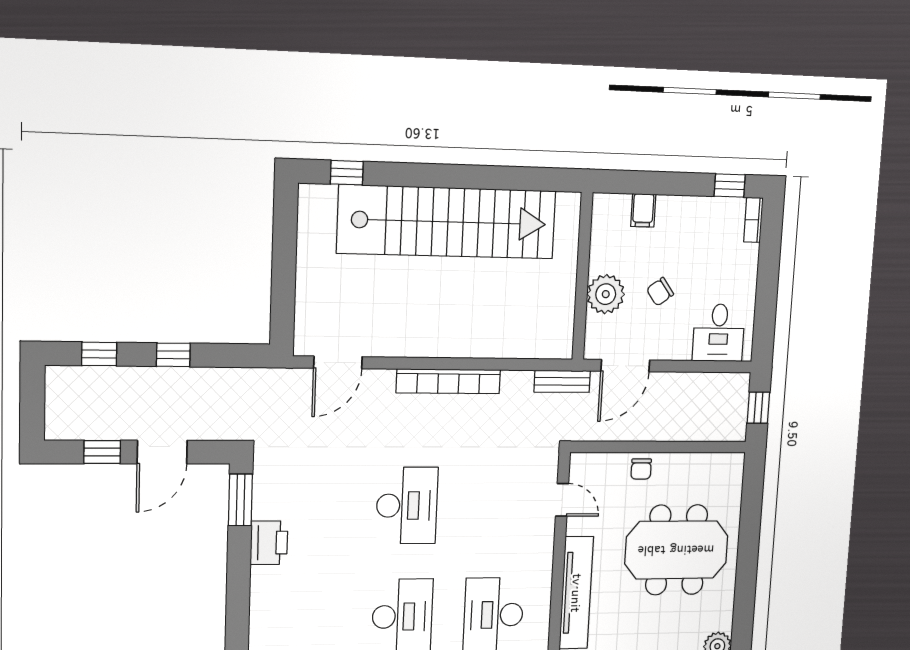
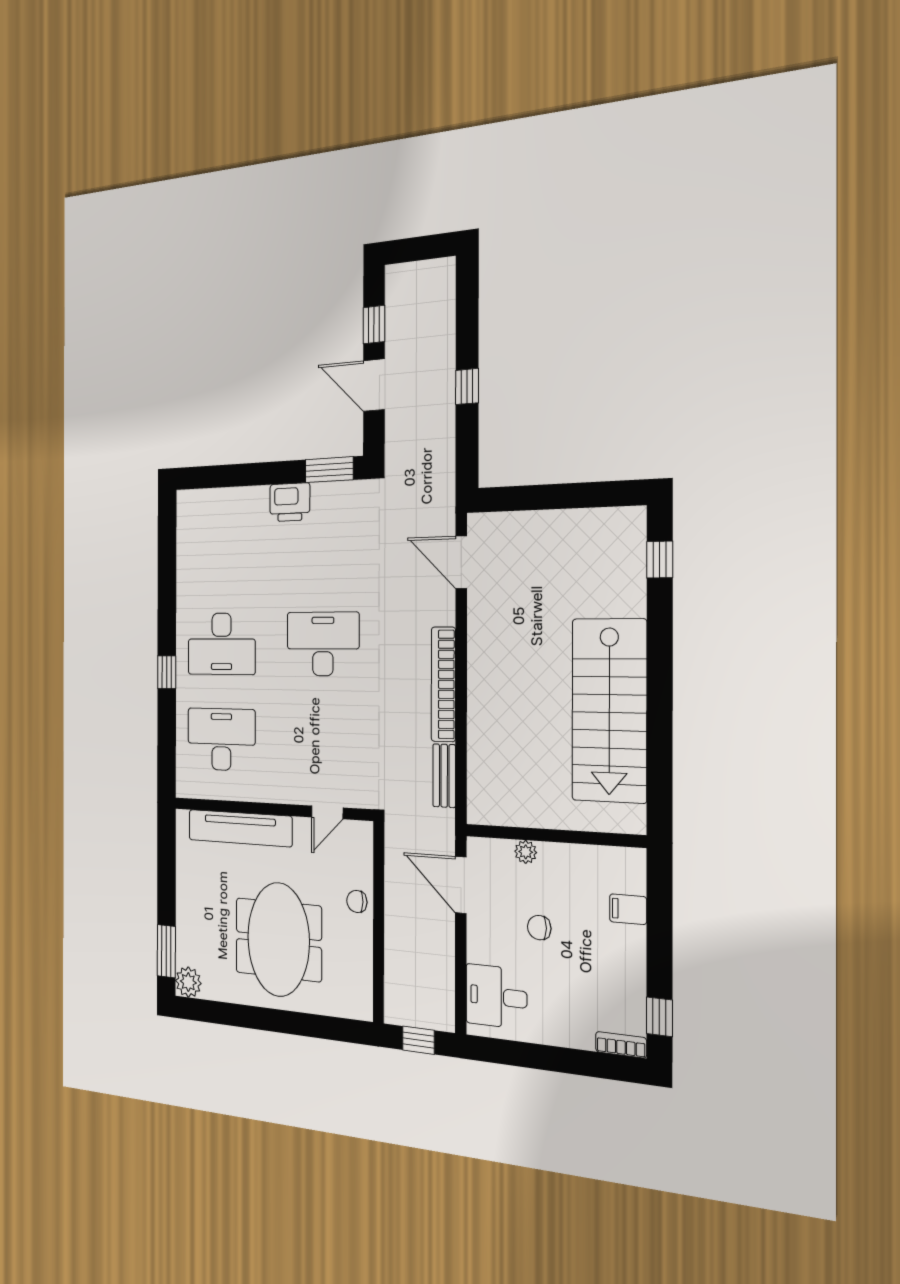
stairs: (447, 222) -> (609, 710), width x0.73
chair: (660, 292) -> (539, 928), turned -54
plant: (606, 294) -> (526, 852), width x0.53, depth x0.53
window: (99, 354) -> (467, 310), removed
bench: (562, 381) -> (444, 776), moved
desk: (407, 506) -> (323, 644), turned 180

